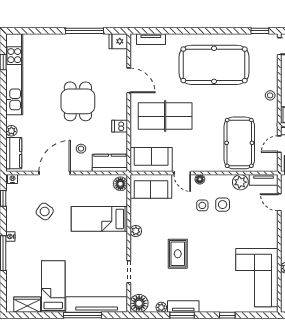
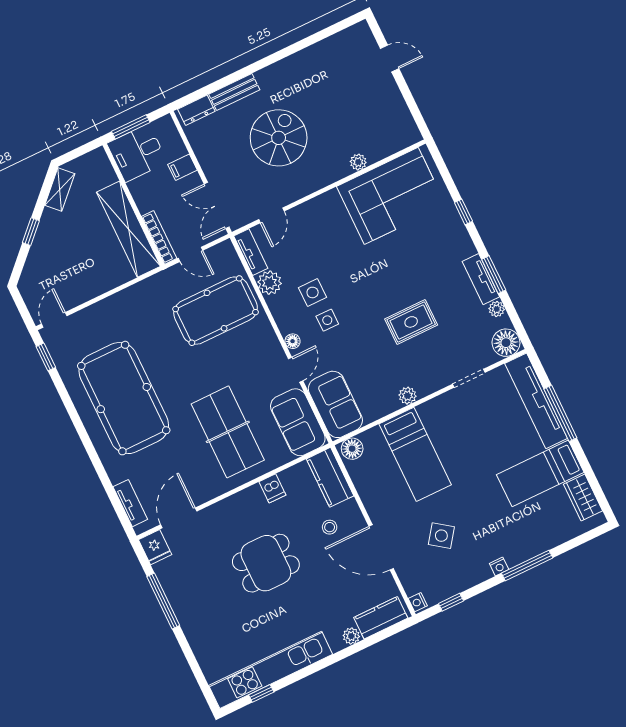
door: (129, 80) -> (179, 518), moved
stool: (270, 95) -> (129, 299), removed

